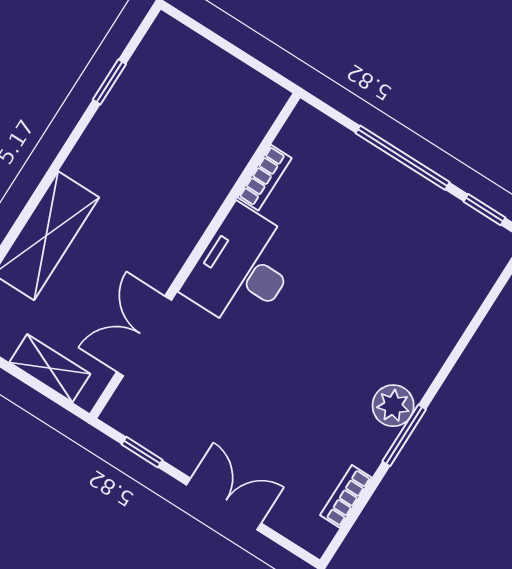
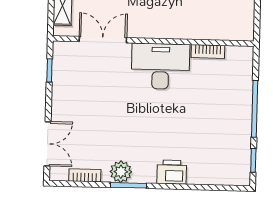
printer: (424, 353) -> (172, 172), added
plant: (393, 406) -> (121, 172), moved
double door: (224, 504) -> (48, 144), moved

